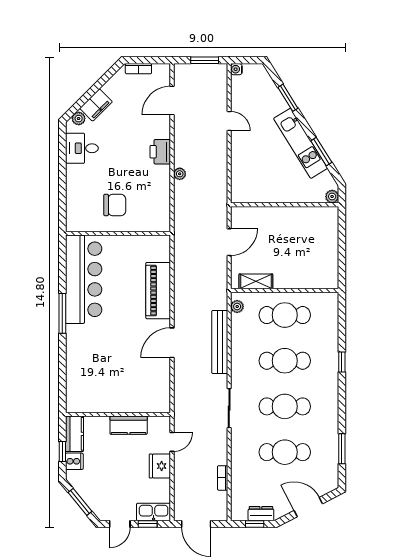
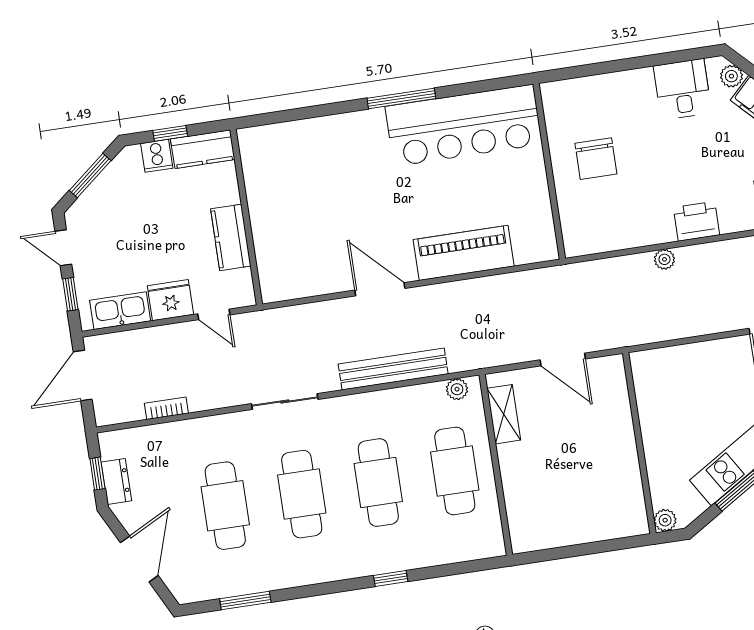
kitchen sink: (154, 512) -> (120, 311), moved, turned -90

